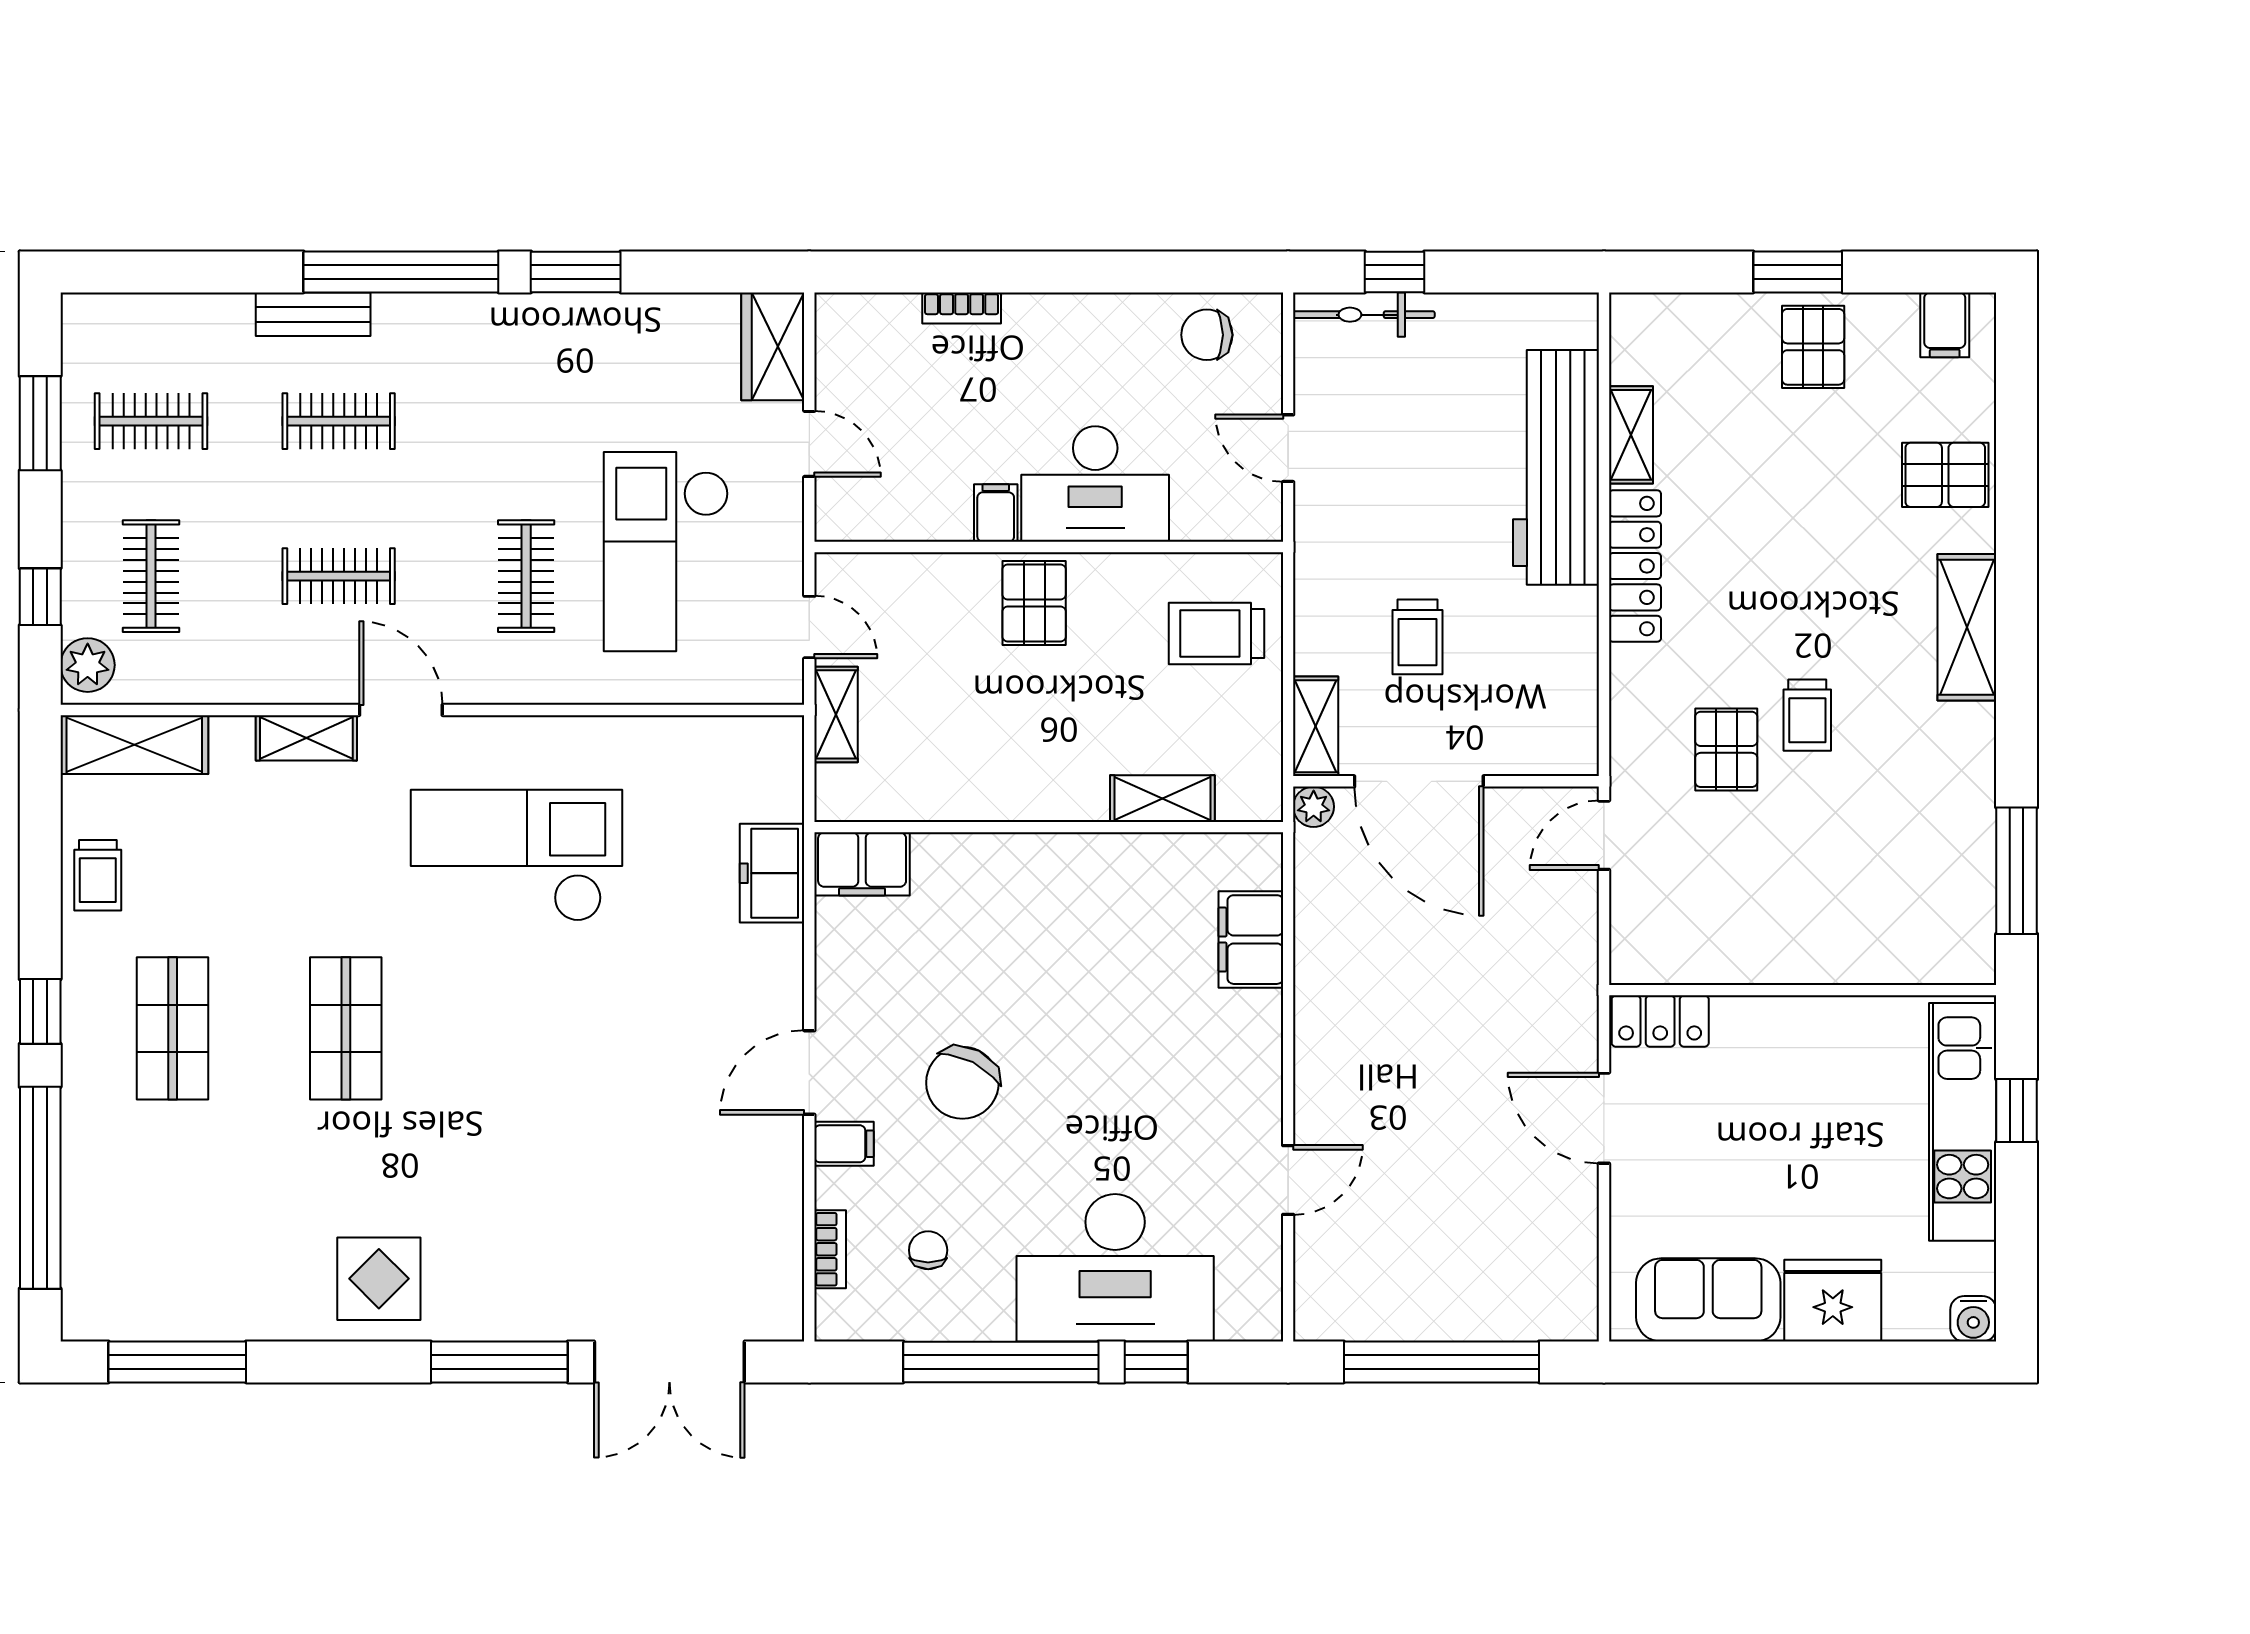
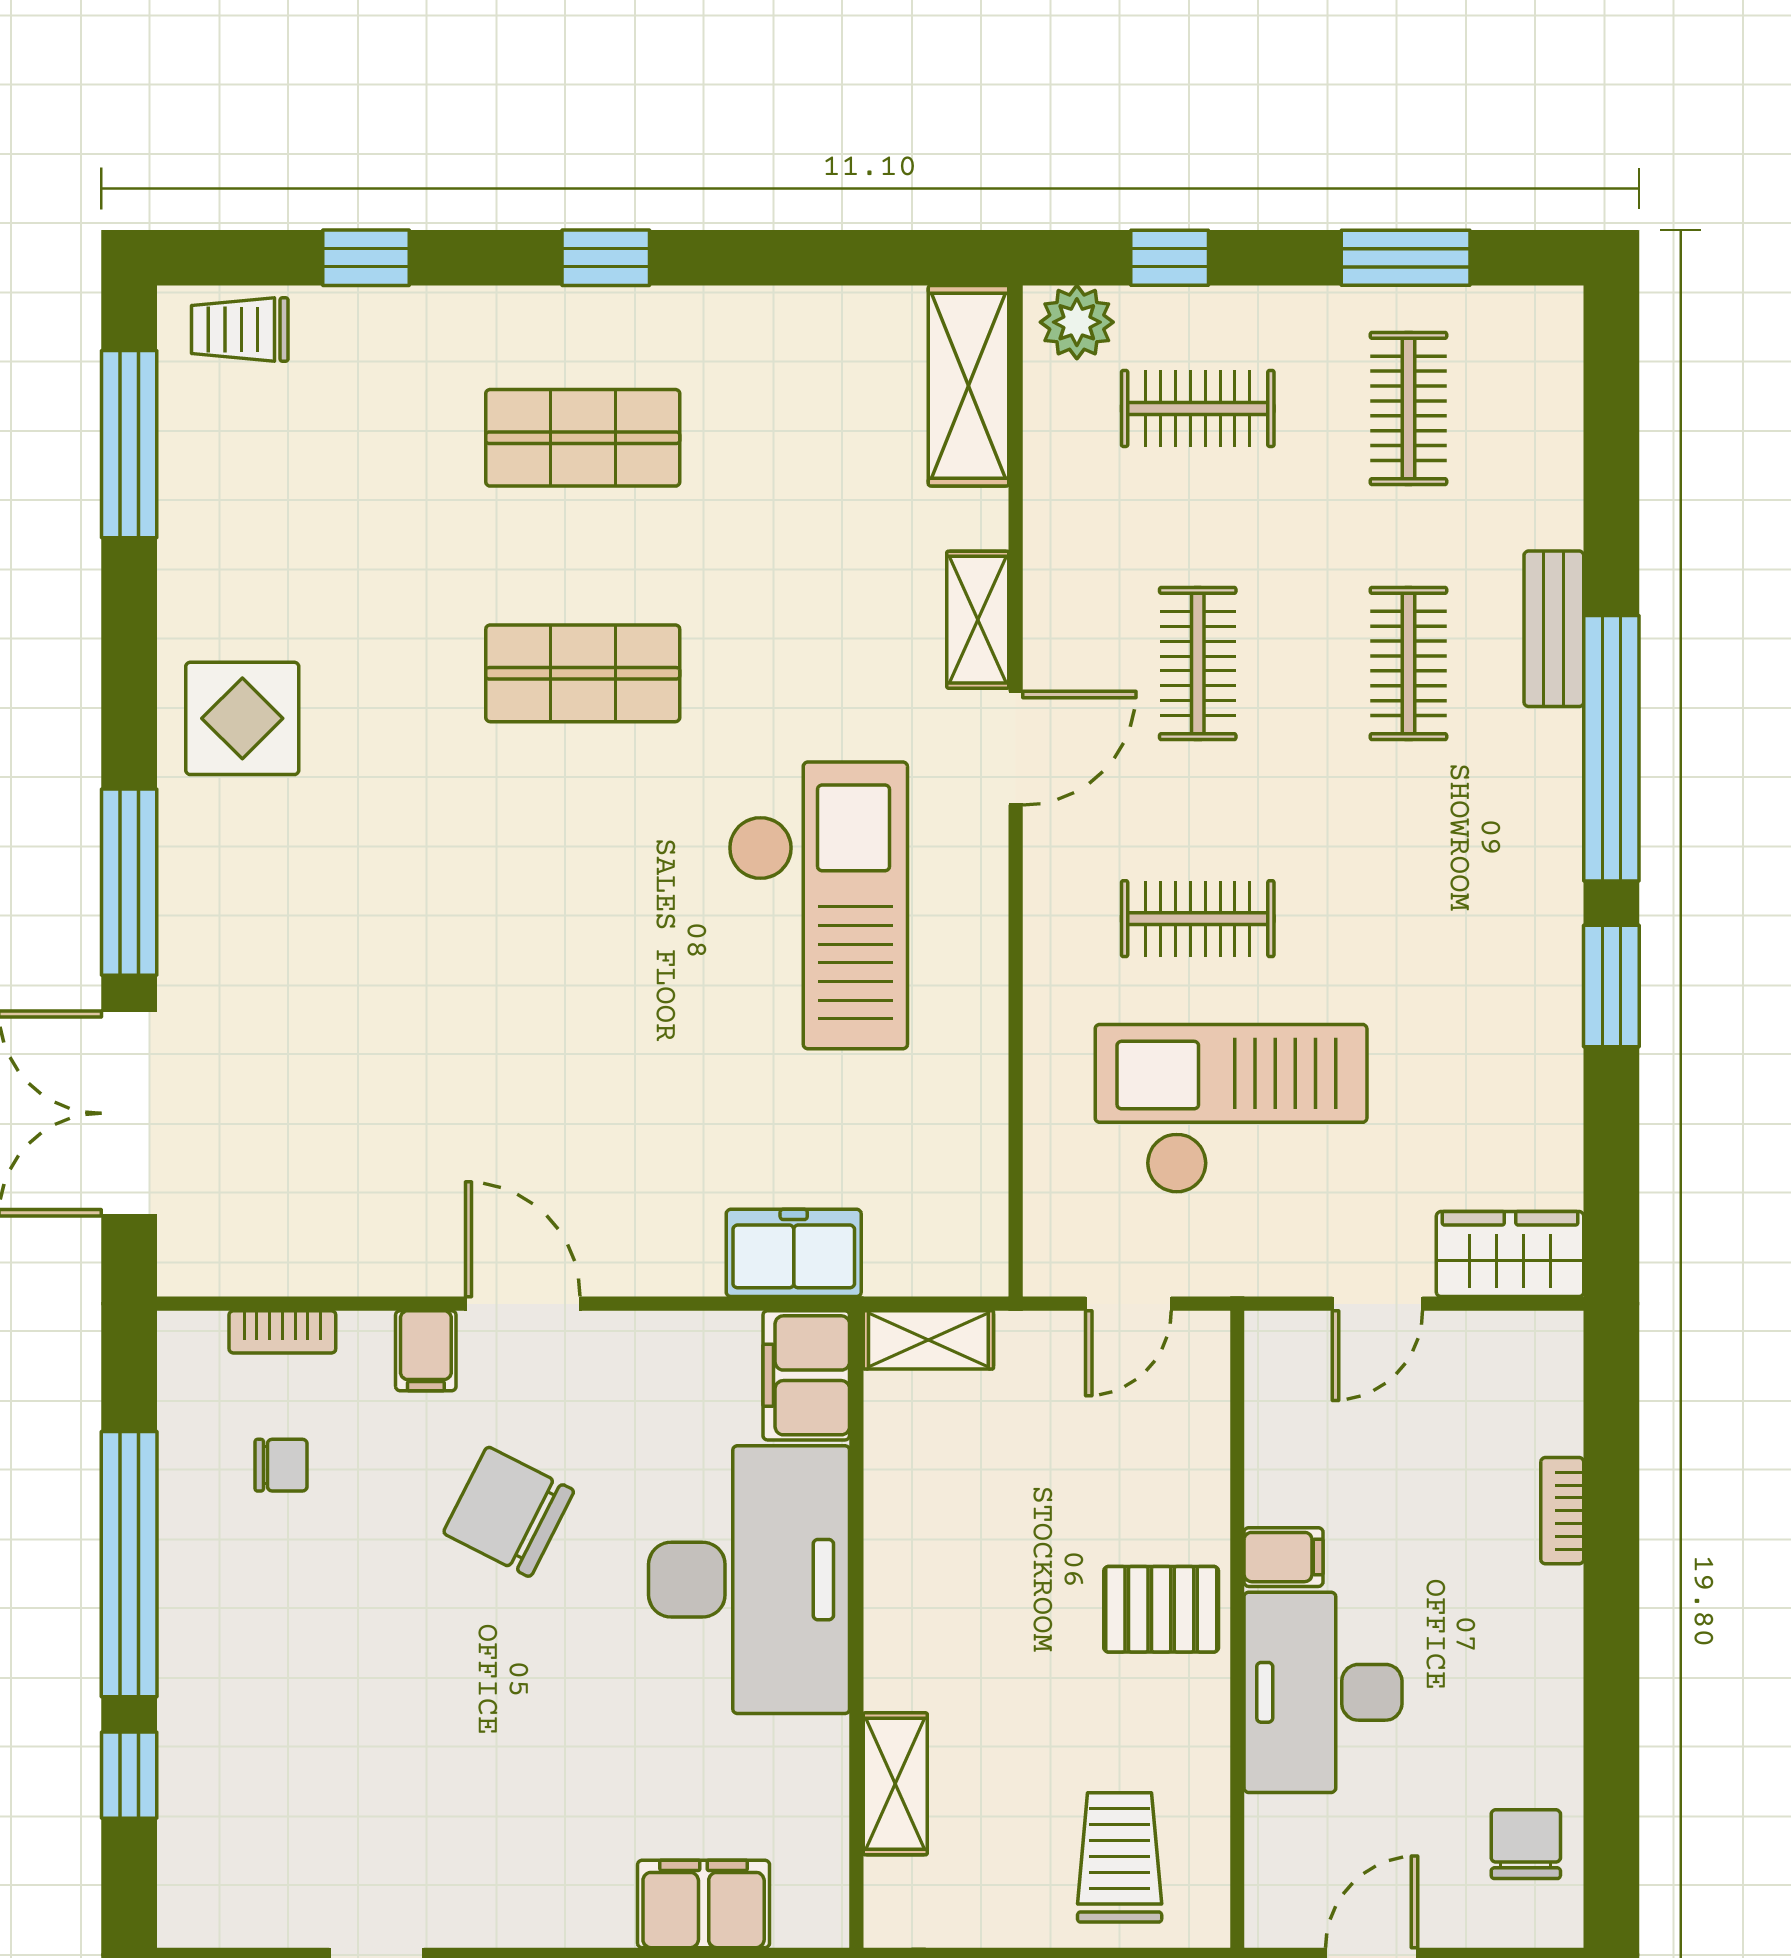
shelving: (836, 714) -> (928, 1340), moved
trolley: (98, 875) -> (240, 329), moved
window: (40, 1188) -> (366, 258), width x0.32
desk: (1115, 1268) -> (749, 1580), moved, turned 180

